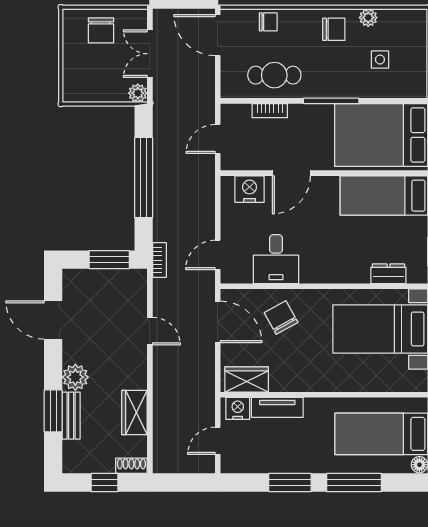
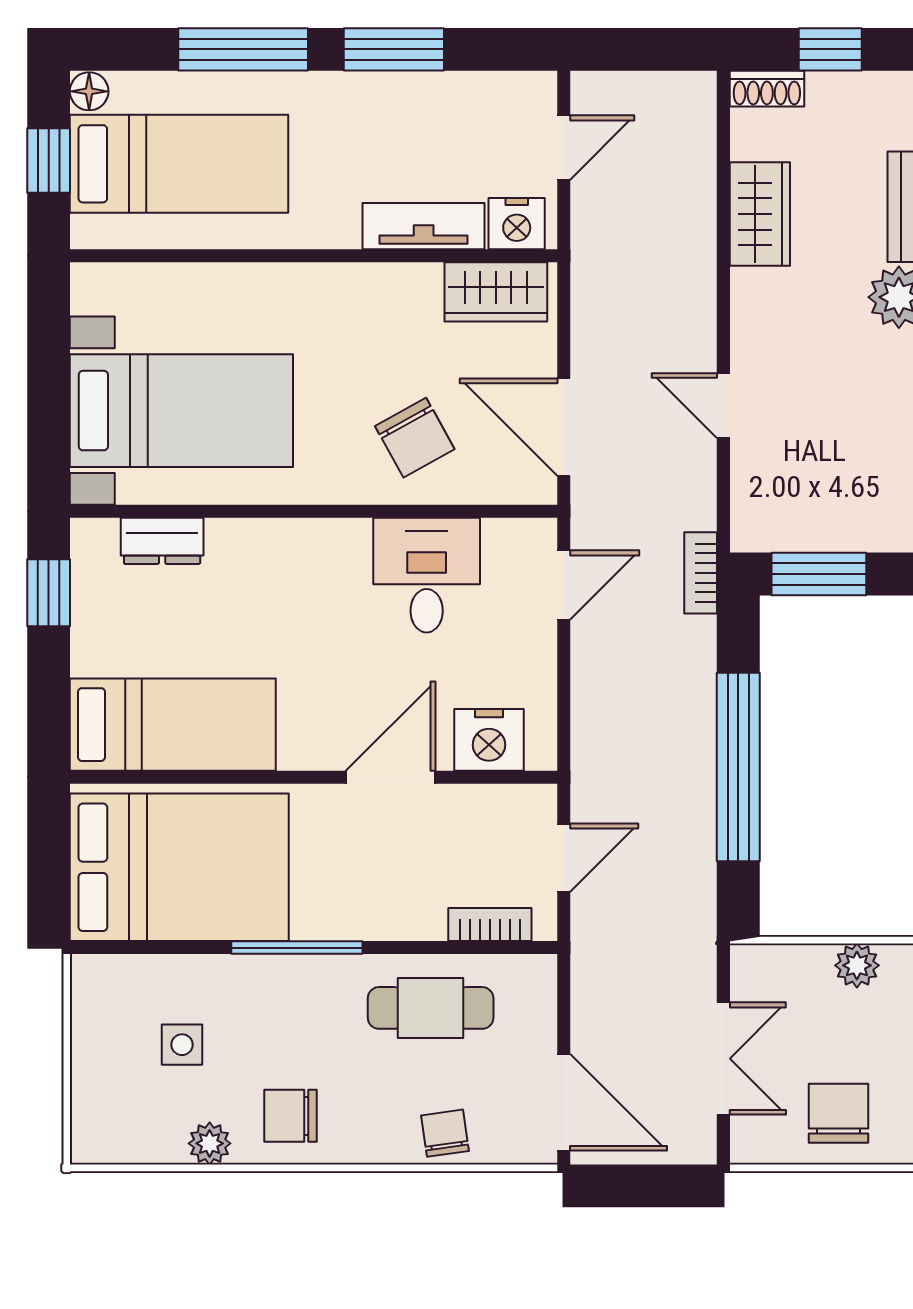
chair: (268, 22) -> (445, 1133), turned 82
plant: (138, 93) -> (857, 965), moved
bookcase: (270, 111) -> (490, 925), moved

